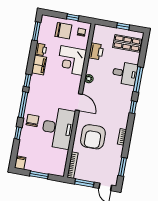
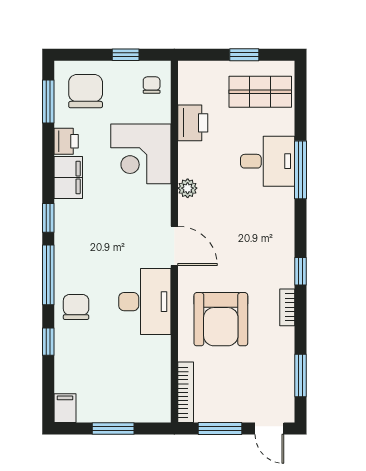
chair: (63, 31) -> (86, 91), moved, turned -90
window: (133, 107) -> (300, 271), moved
desk: (58, 128) -> (145, 302), width x0.73, depth x0.77

